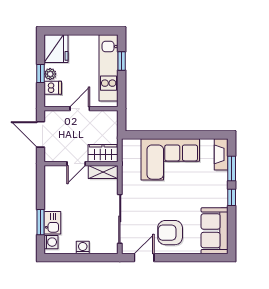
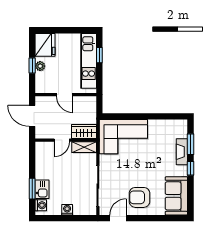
dishwasher: (53, 88) -> (42, 77), removed
door: (80, 109) -> (65, 95), swing flipped
fireplace: (221, 154) -> (182, 152), moved
corner sofa: (170, 159) -> (123, 137), moved

